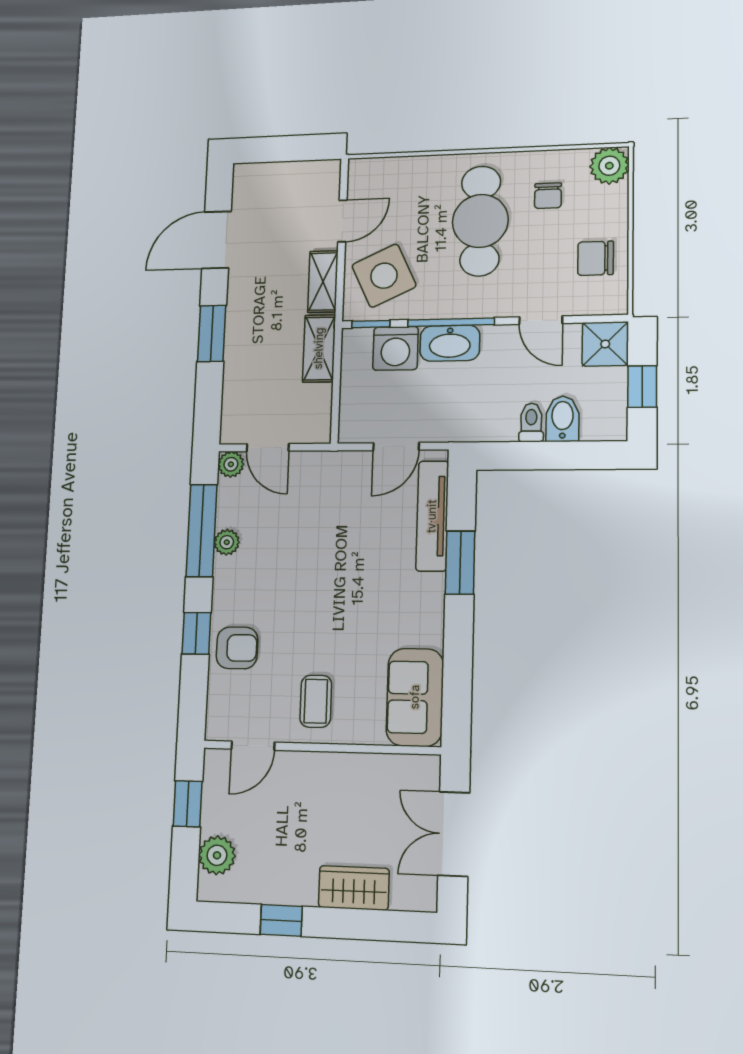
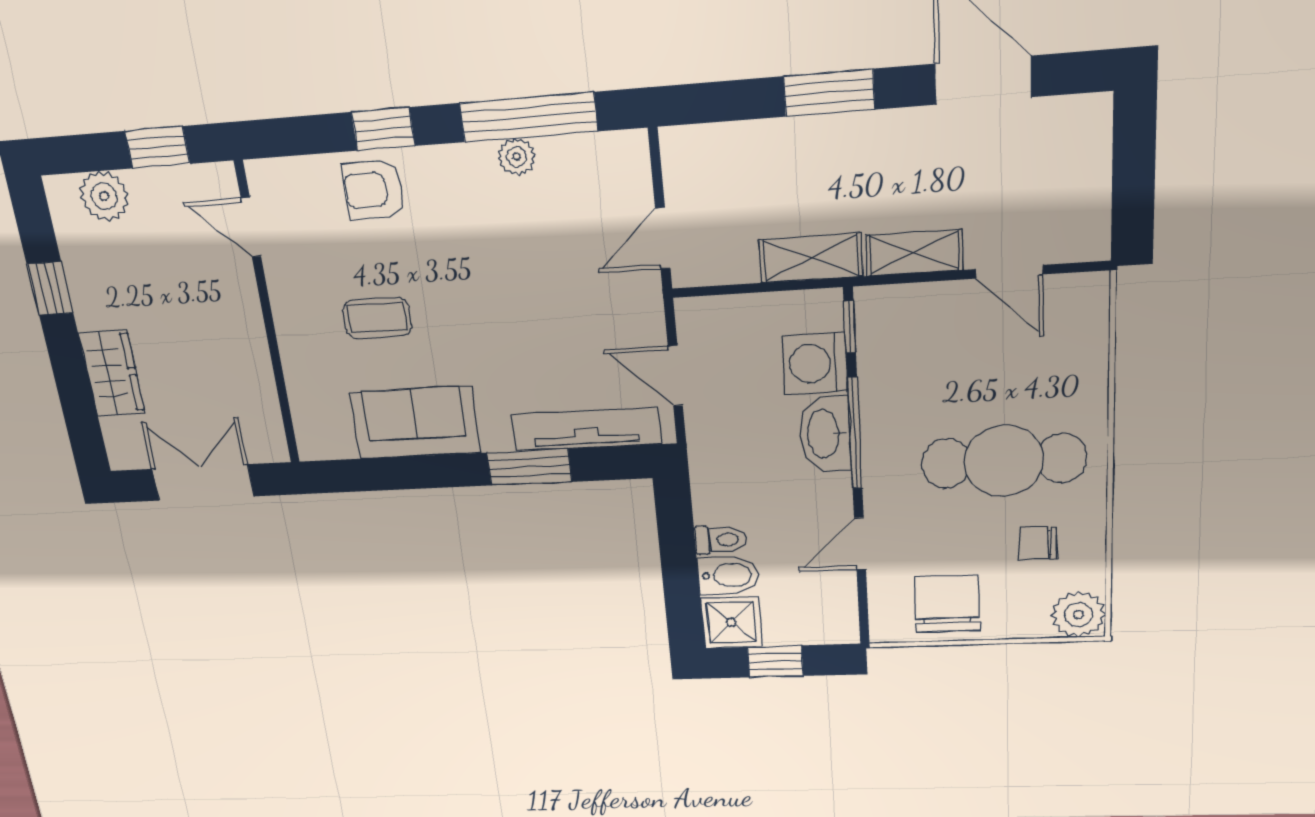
chair: (596, 258) -> (947, 604), width x1.37, depth x1.37
side table: (384, 276) -> (923, 339), removed
shower: (605, 344) -> (731, 622), moved
door: (268, 448) -> (663, 238), moved
plant: (231, 464) -> (630, 149), removed
armchair: (237, 648) -> (373, 190), turned 90
sofa: (415, 697) -> (415, 423), moved
coffee table: (316, 701) -> (377, 318), moved

